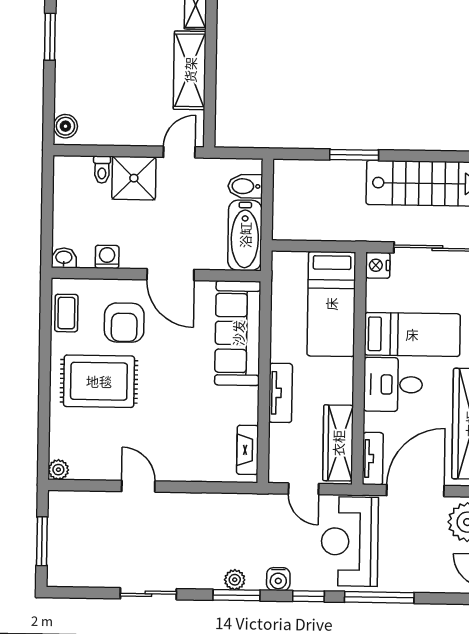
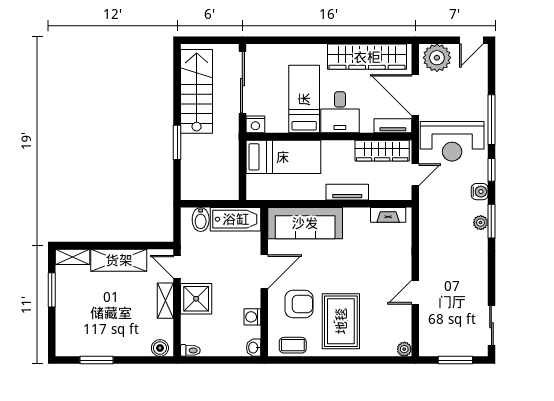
shelving: (132, 135) -> (165, 301), added
toilet: (102, 170) -> (190, 350), moved
sliding door: (148, 594) -> (491, 325), moved

